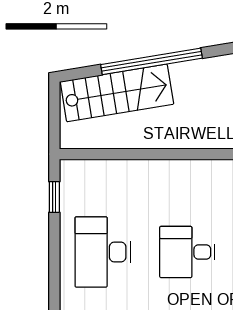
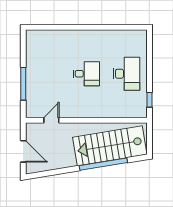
stairs: (117, 93) -> (110, 146), width x1.36, depth x1.51

